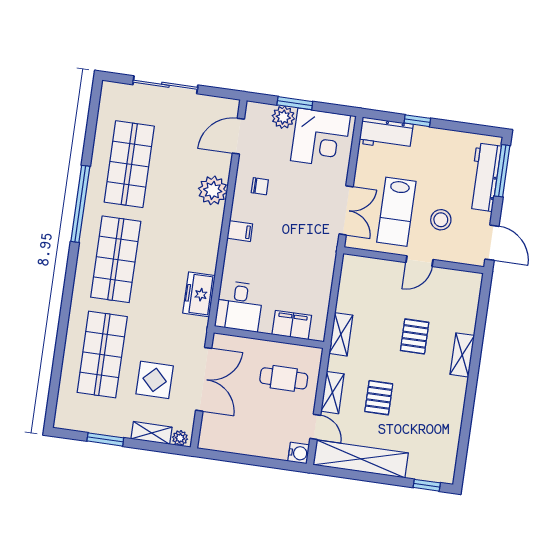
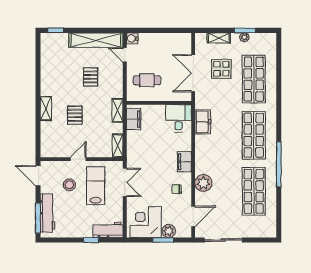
sliding door: (165, 85) -> (223, 240), moved
double door: (346, 210) -> (125, 182), swing flipped
filing cabinet: (240, 231) -> (184, 162), width x2.00
filing cabinet: (292, 325) -> (134, 119), moved, turned -90
shelving: (332, 393) -> (118, 146), moved
plant: (180, 438) -> (244, 37), moved

